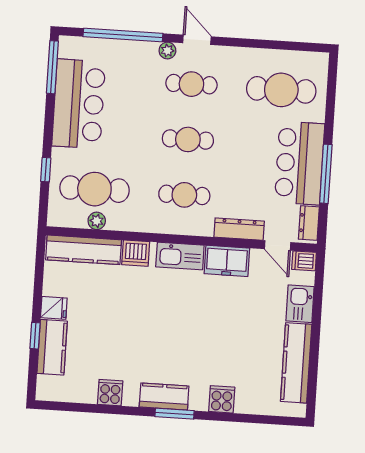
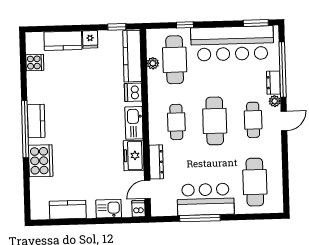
window: (52, 67) -> (256, 23), width x0.69
bar counter: (79, 104) -> (232, 43), width x1.36
cafe table: (188, 139) -> (215, 121), width x1.37, depth x1.35
dresser: (309, 223) -> (273, 83), moved, turned -90
window: (35, 336) -> (117, 27), moved
kitchen counter: (296, 363) -> (68, 210), width x0.67
cooker: (110, 393) -> (35, 62), moved
cooker: (222, 399) -> (41, 161), width x1.87, depth x1.31
window: (174, 414) -> (25, 129), width x2.11

